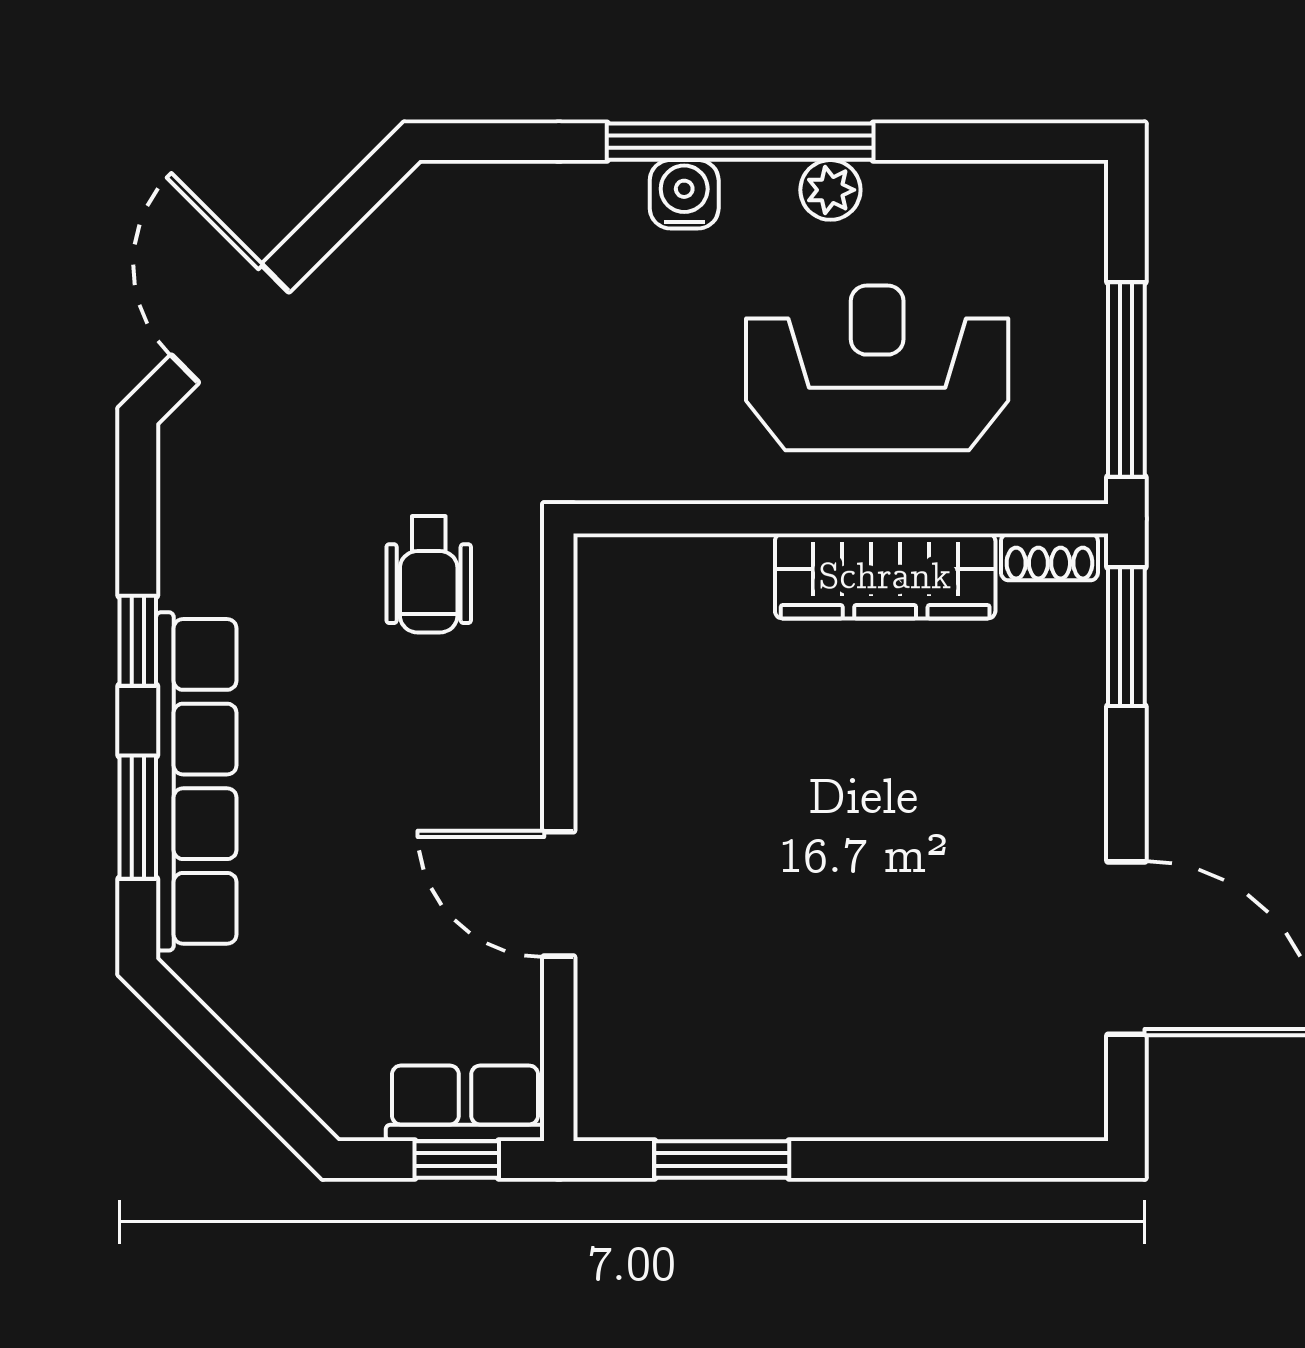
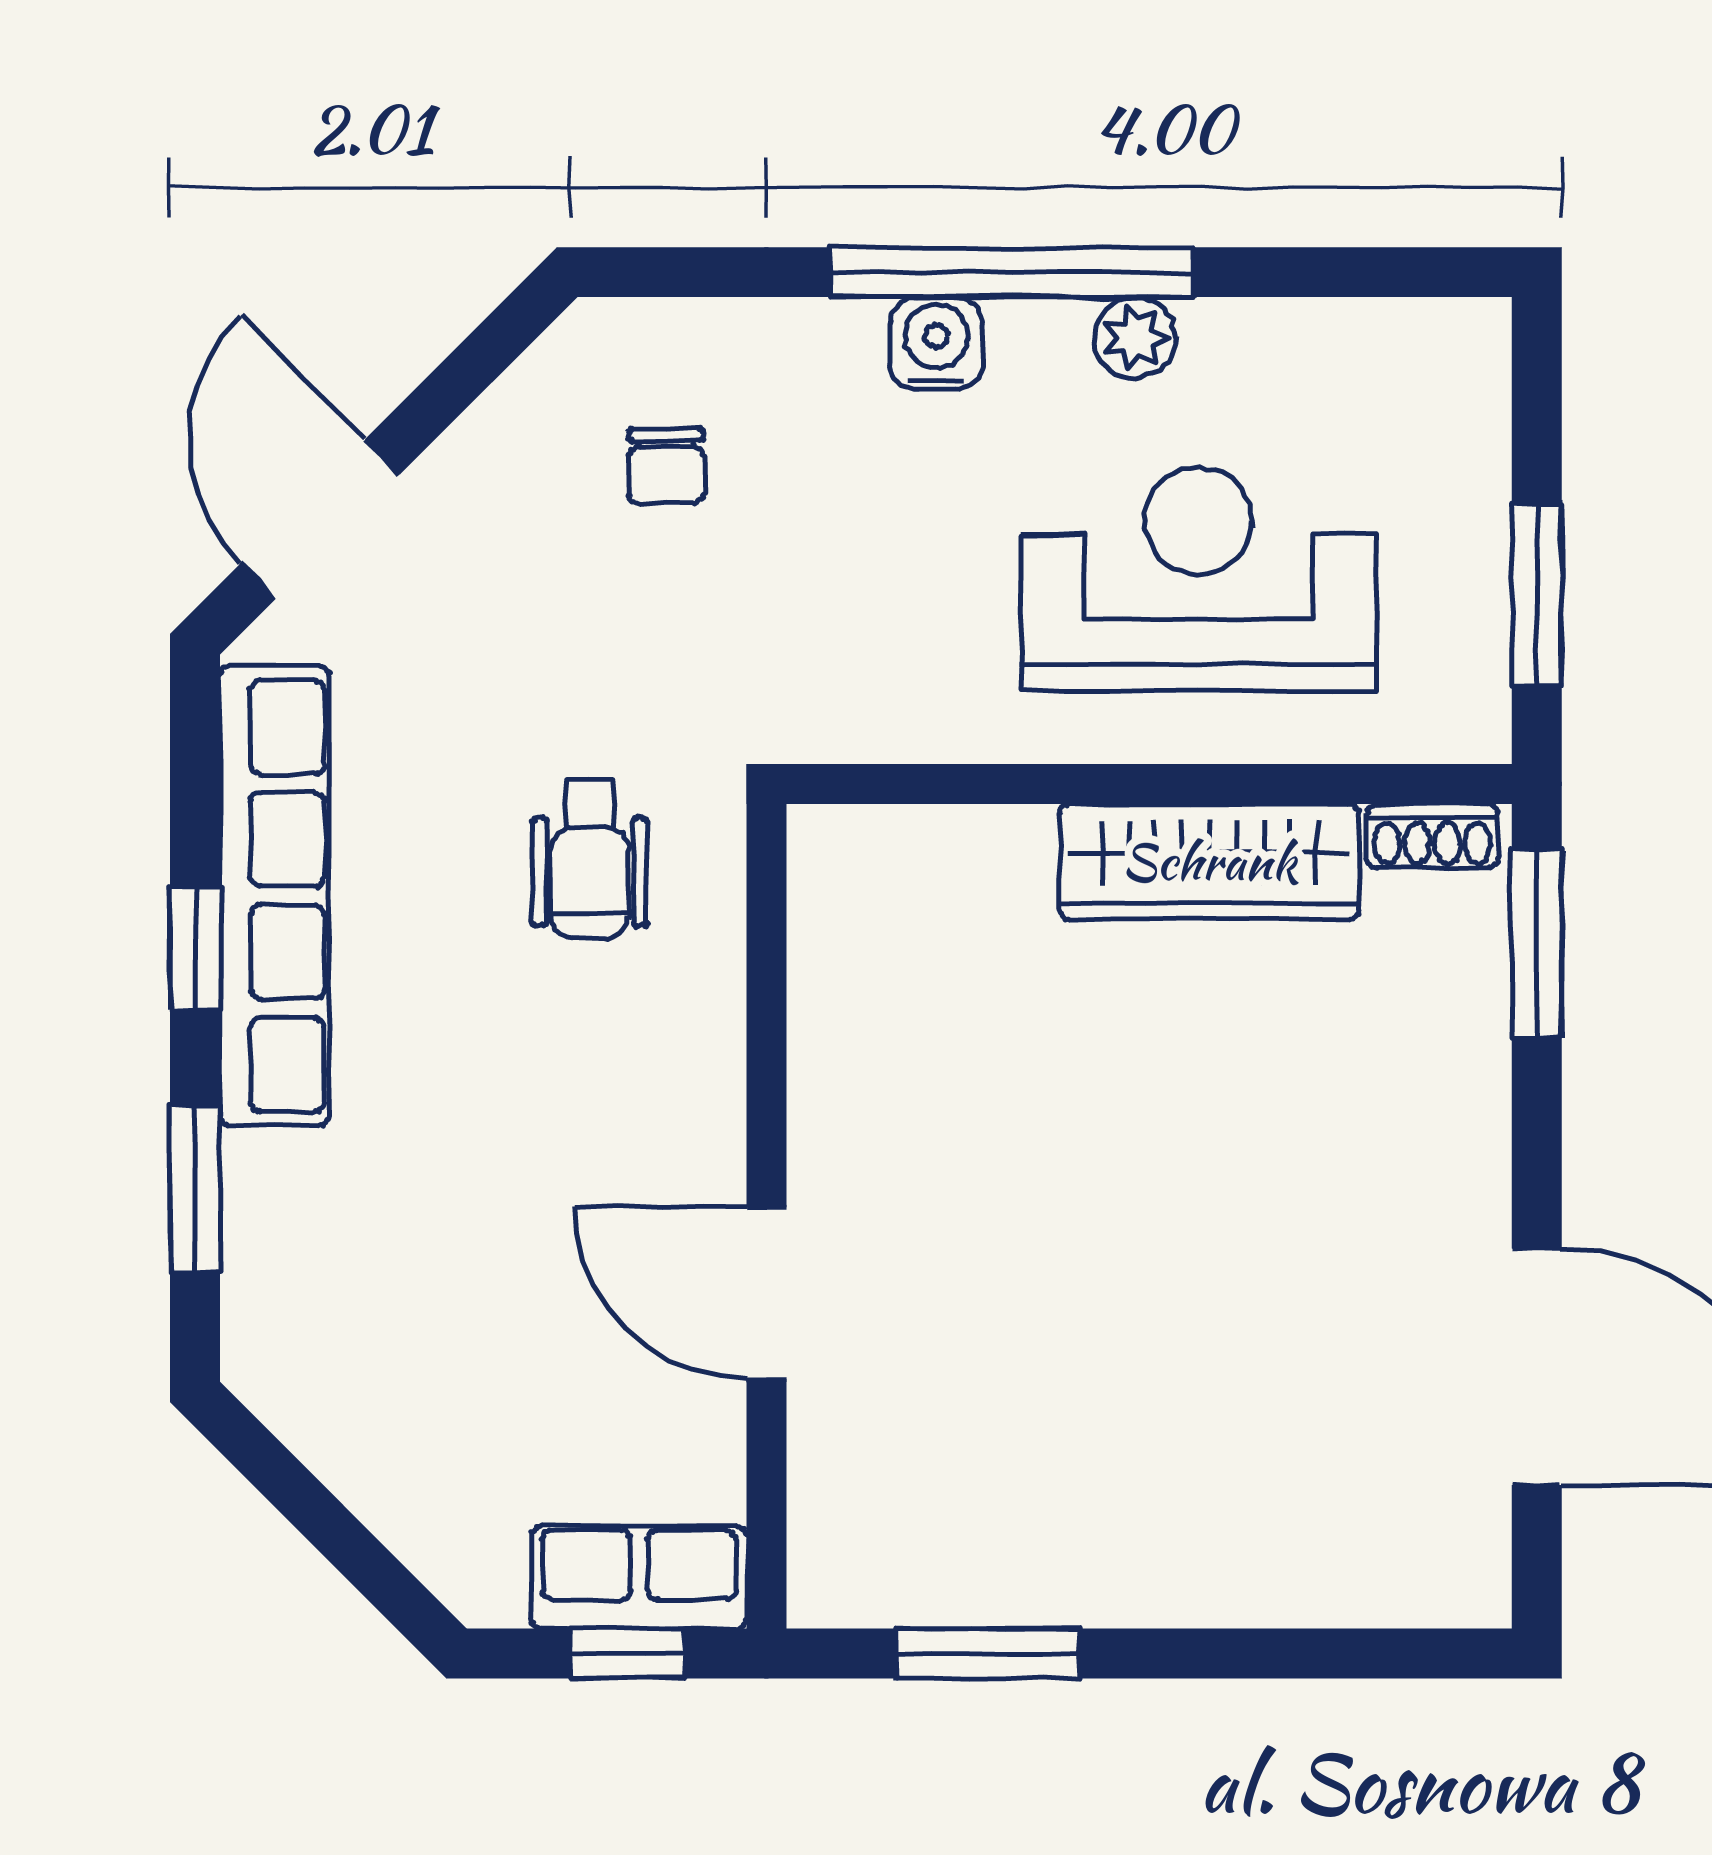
chair: (485, 284) -> (666, 466), added
window: (1126, 379) -> (1537, 595), width x0.69
row of seats: (196, 781) -> (274, 896), moved

